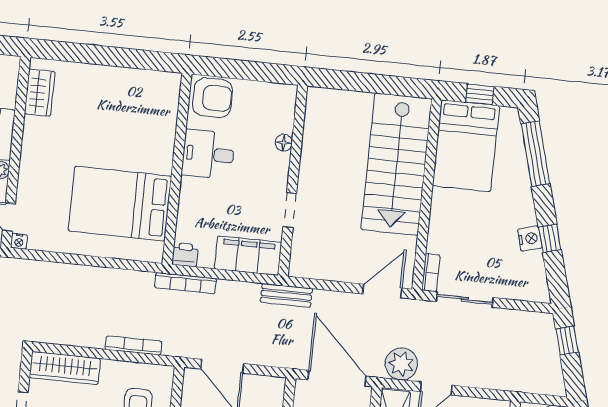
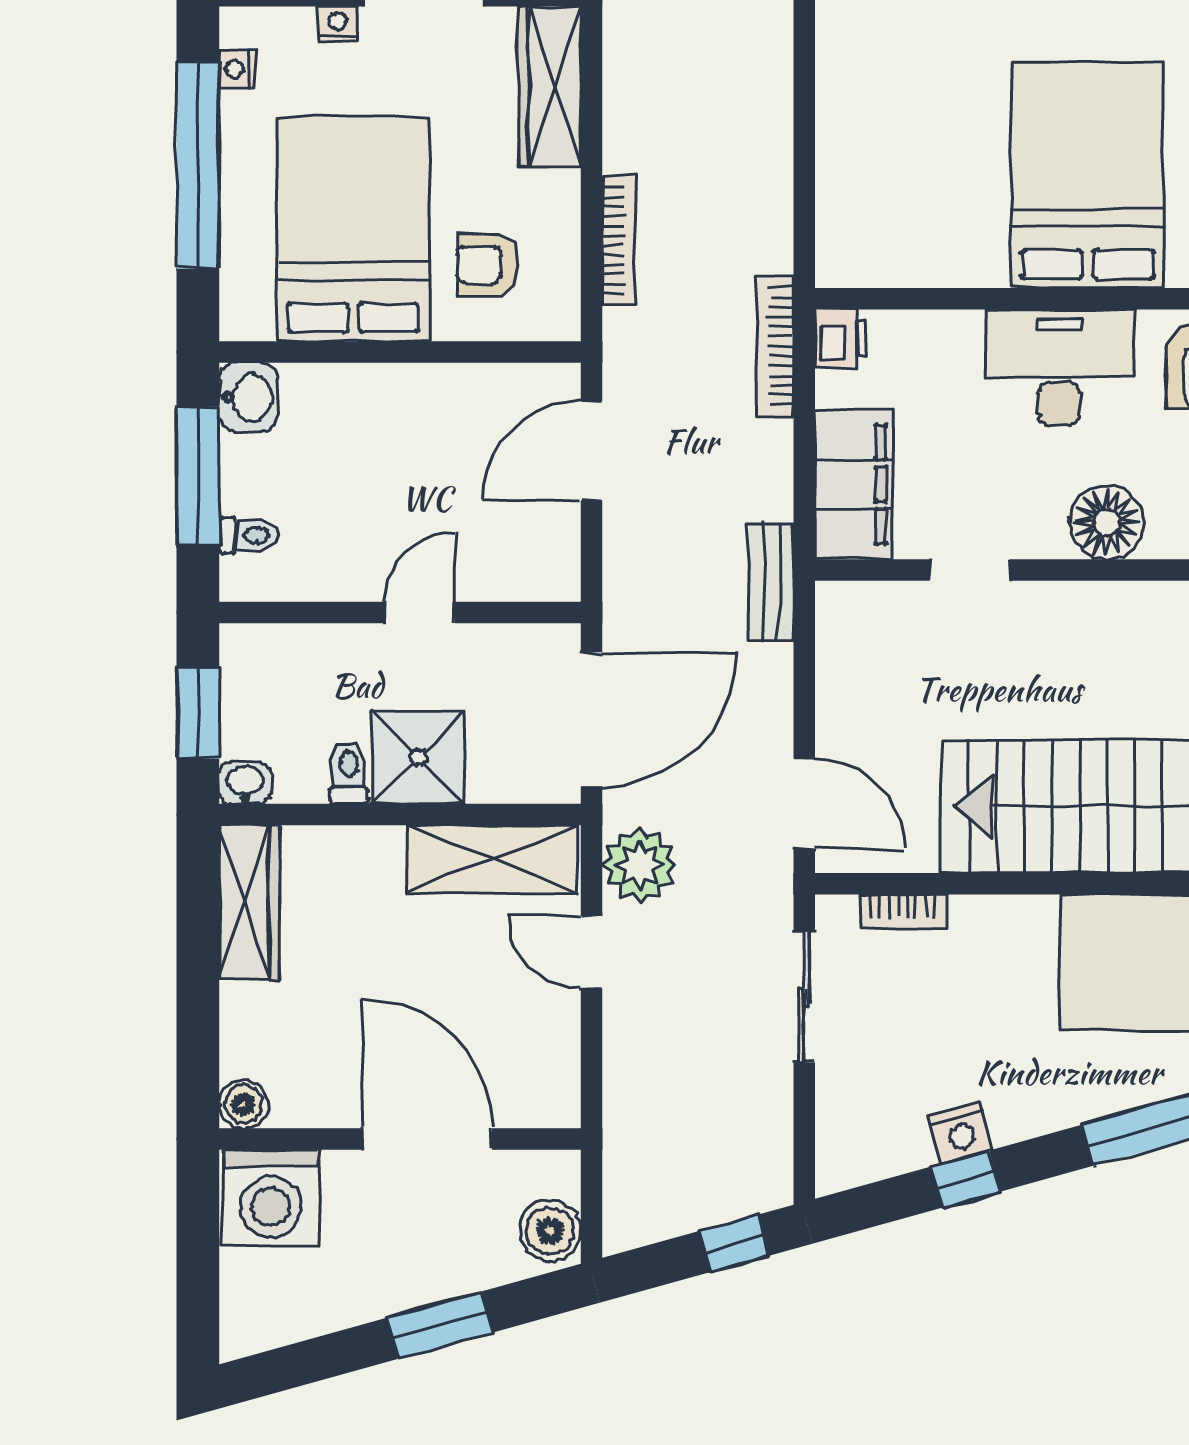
floor lamp: (284, 143) -> (1107, 522), width x1.89, depth x1.89
desk: (208, 154) -> (1059, 368), width x1.37
bed: (120, 204) -> (1088, 175), moved
bookcase: (431, 273) -> (903, 912), moved

